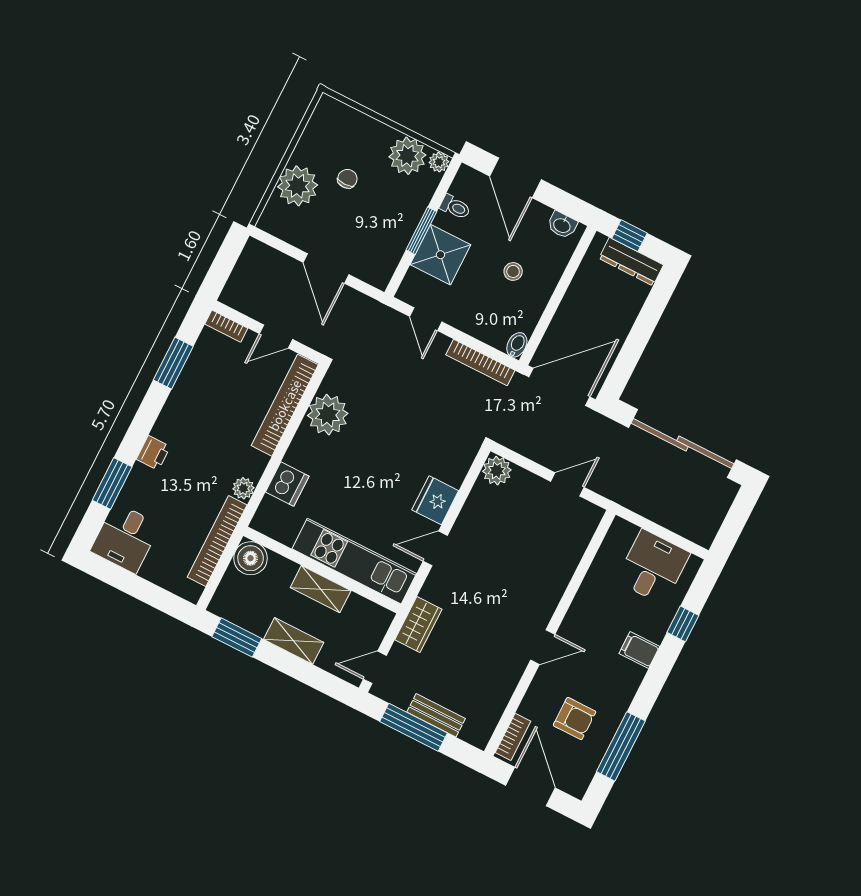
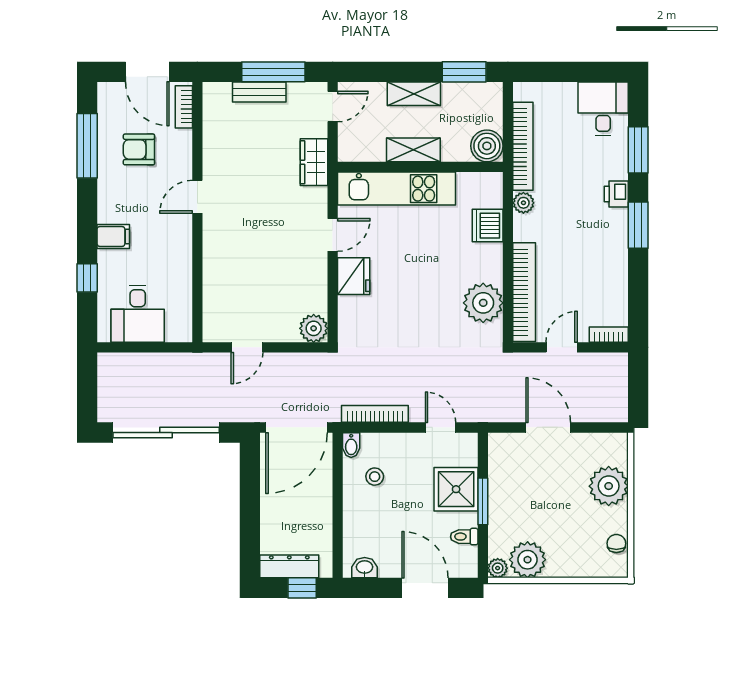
chair: (347, 179) -> (616, 543), moved, turned 180
stool: (513, 271) -> (375, 477), moved
window: (173, 363) -> (638, 225), moved

